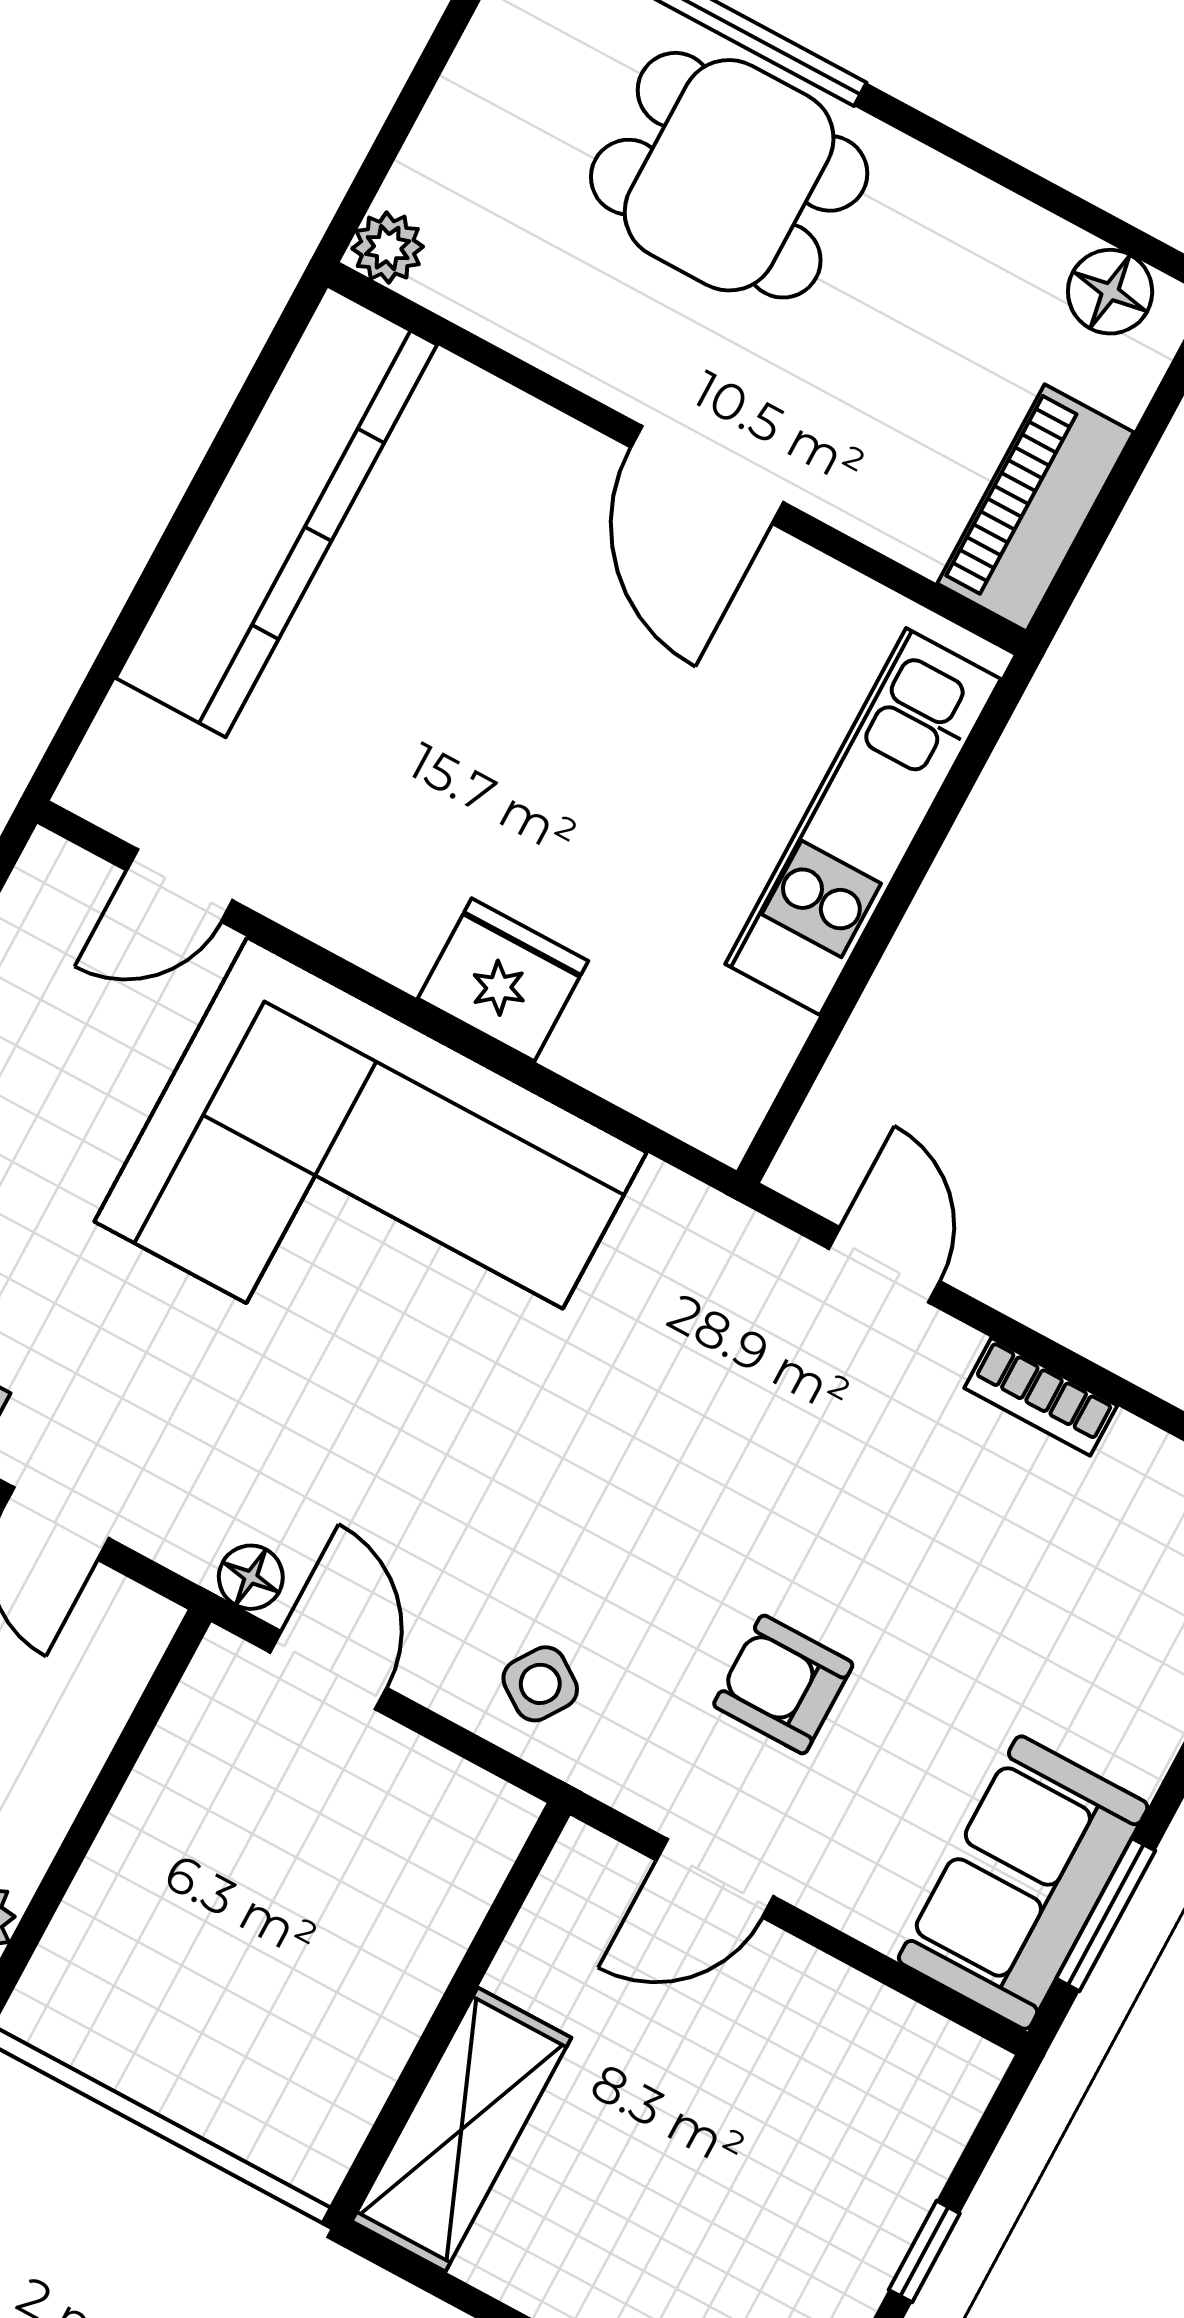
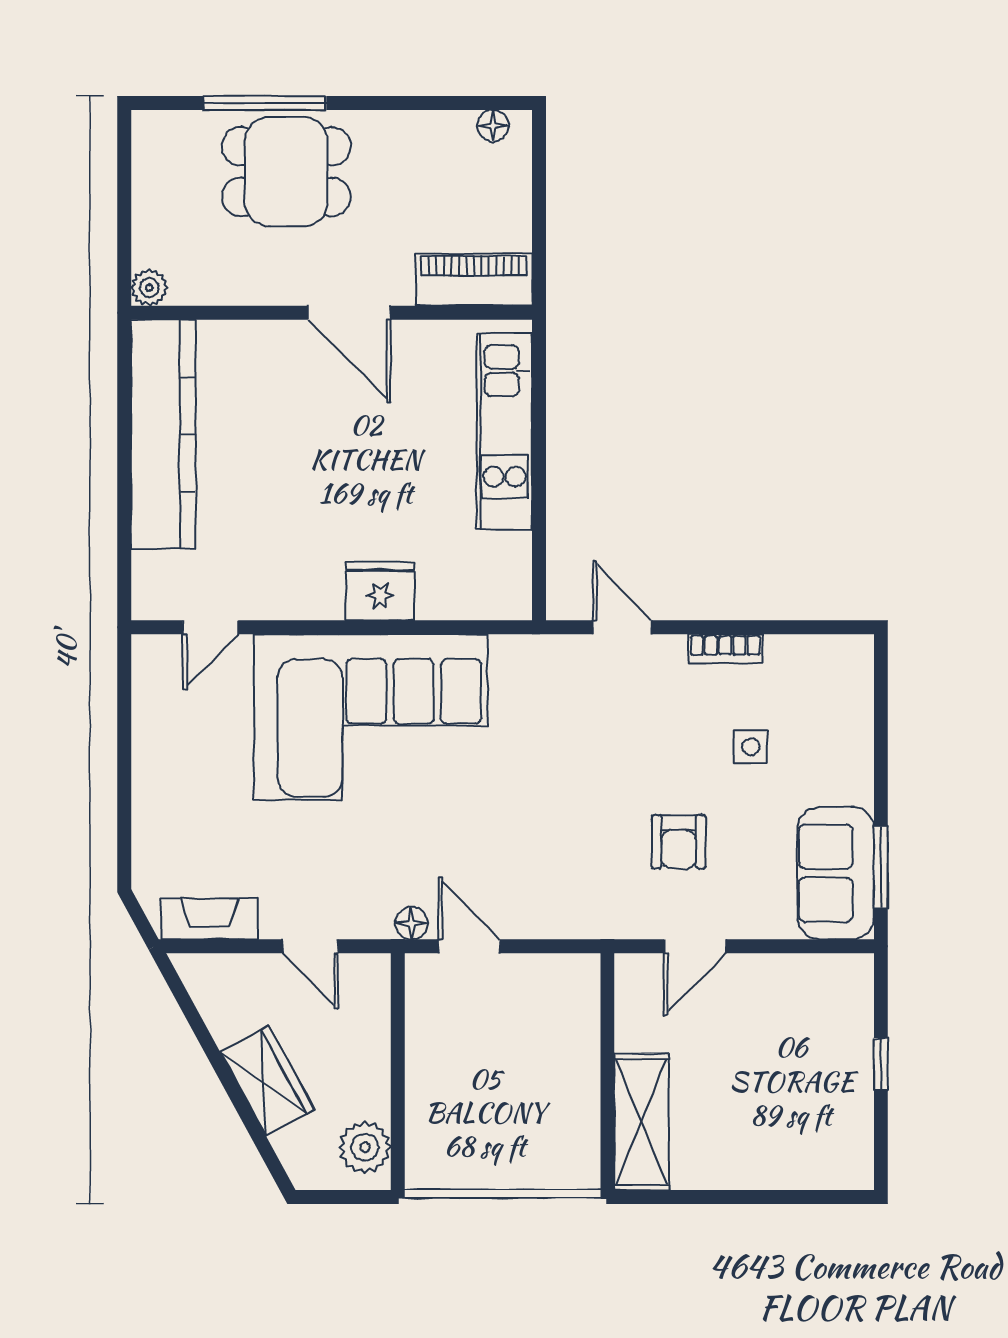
floor lamp: (1110, 292) -> (493, 126), width x0.73, depth x0.73
piano: (1036, 508) -> (474, 280), moved, turned 90
side table: (540, 1684) -> (751, 747), moved, turned -34
armchair: (783, 1684) -> (679, 842), turned -90

